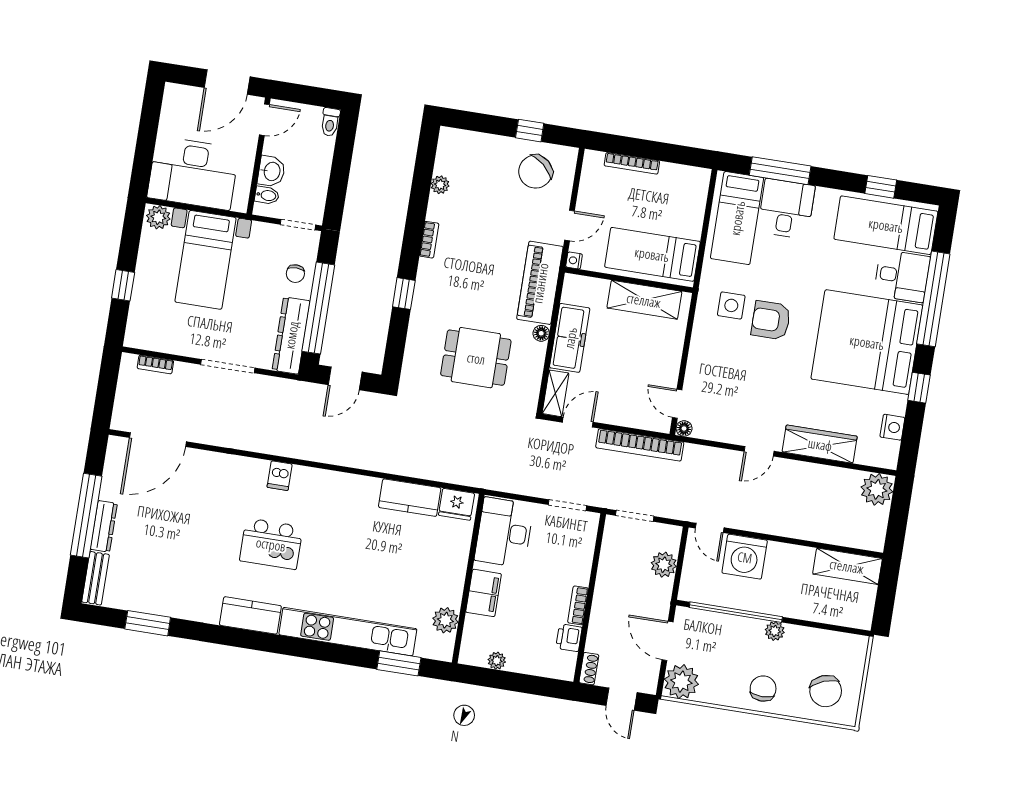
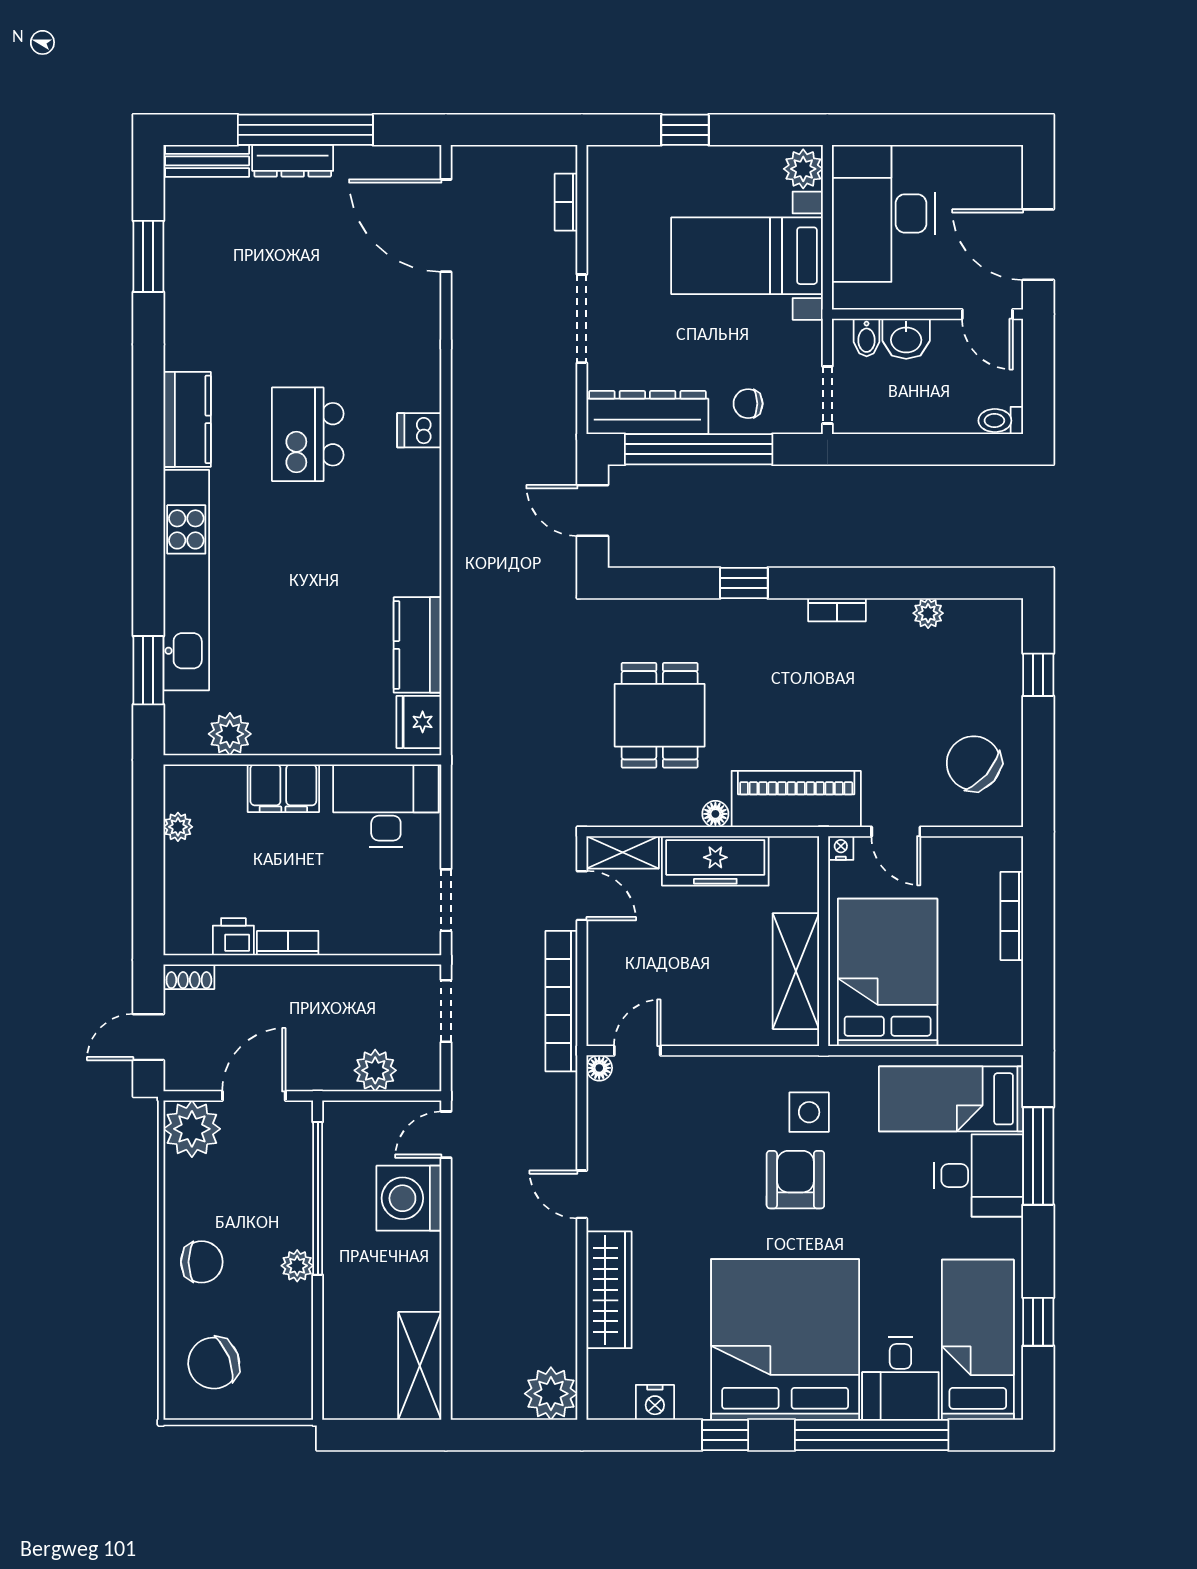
window: (530, 131) -> (1038, 675), moved
bed: (652, 254) -> (888, 972), width x1.50

